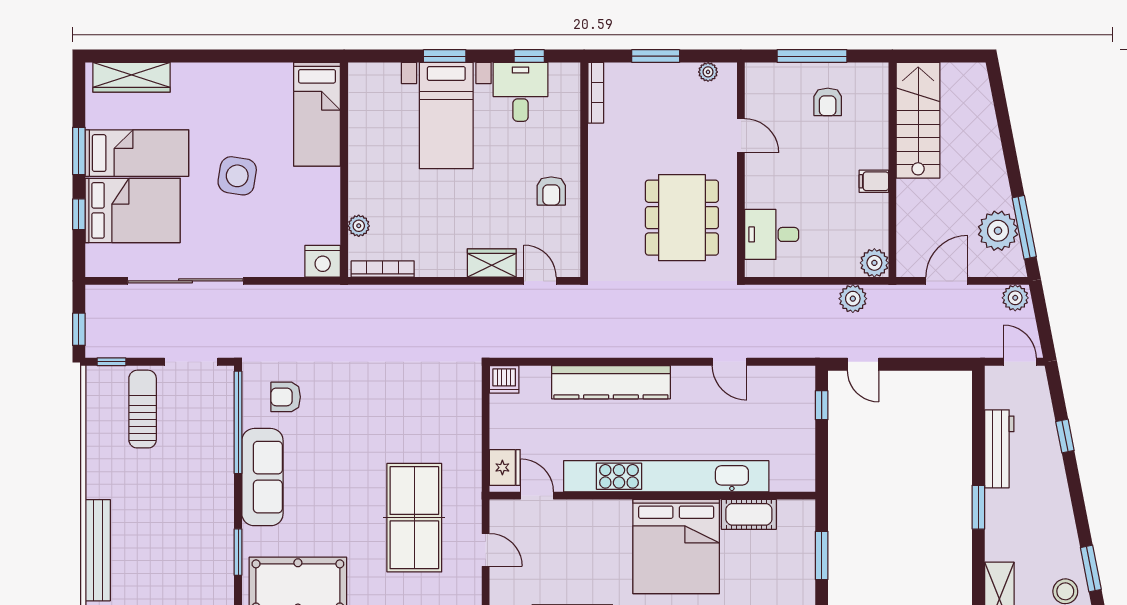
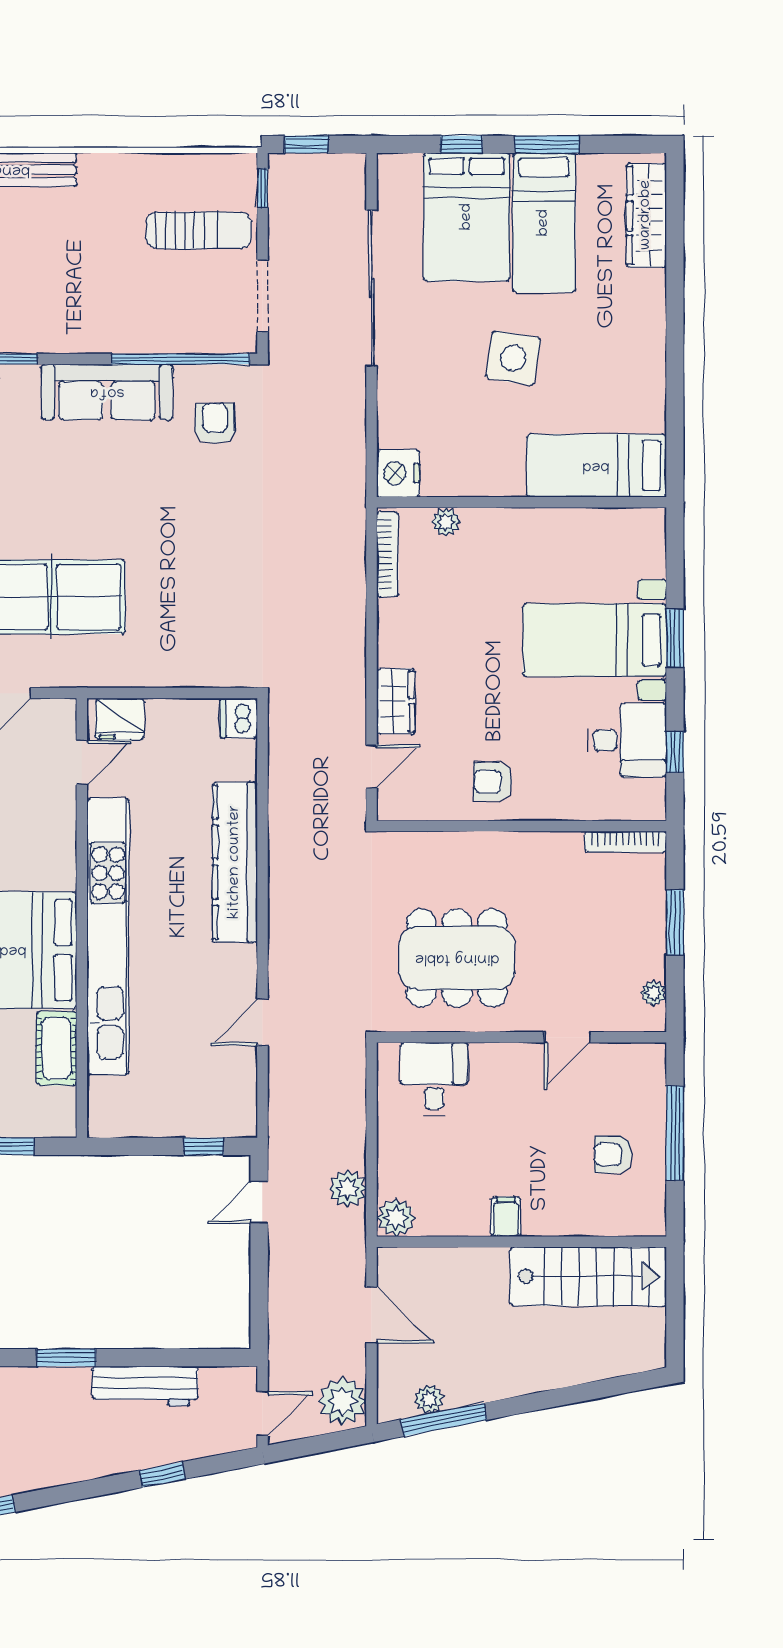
plant: (998, 231) -> (429, 1399), width x0.53, depth x0.53
plant: (1015, 298) -> (342, 1401), width x1.36, depth x1.36

